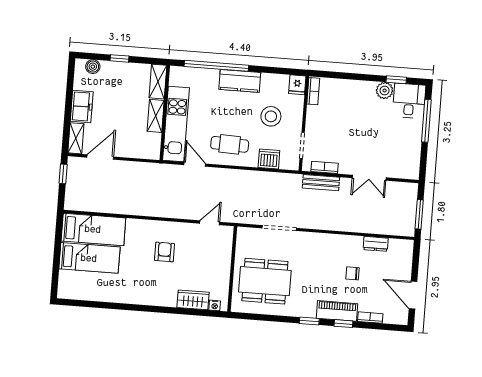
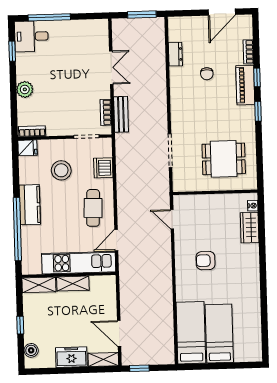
plant: (385, 90) -> (25, 89), moved
dining table: (265, 281) -> (224, 159), width x0.73

